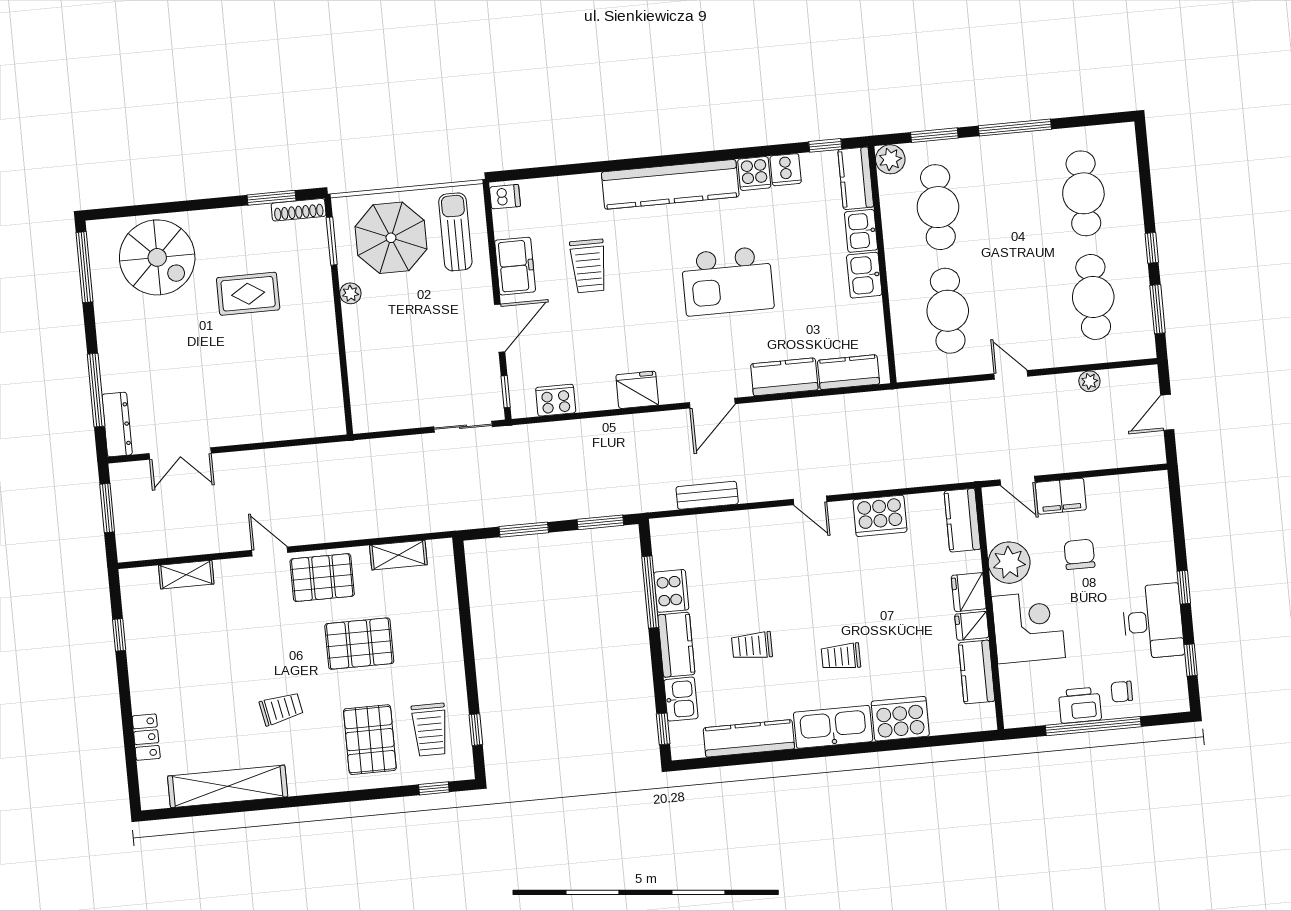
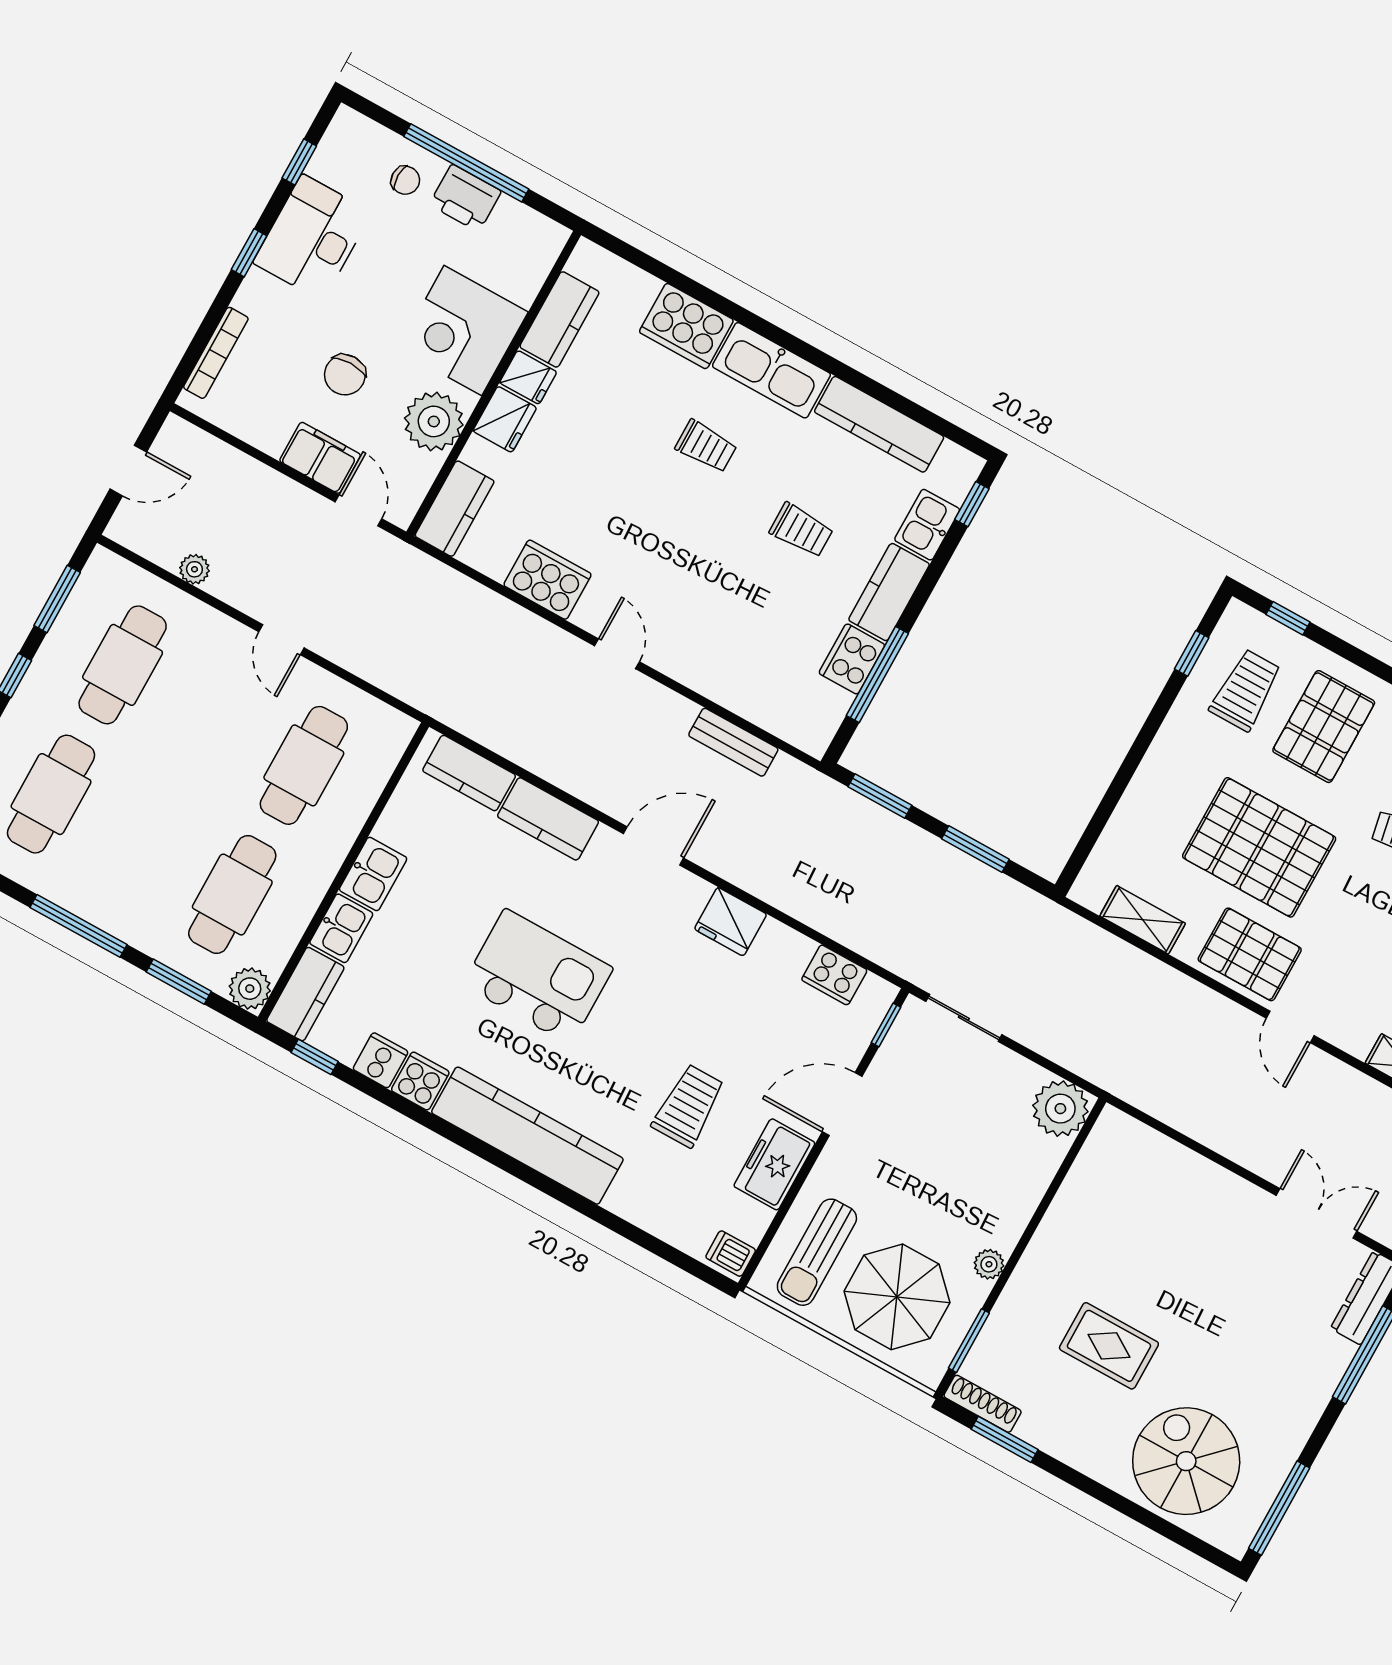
plant: (371, 412) -> (1060, 1109), added
bookcase: (1163, 516) -> (216, 353), added
pallet: (359, 644) -> (1259, 847), width x1.37, depth x1.41

